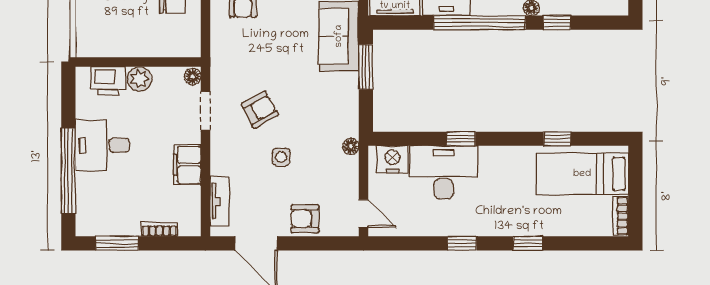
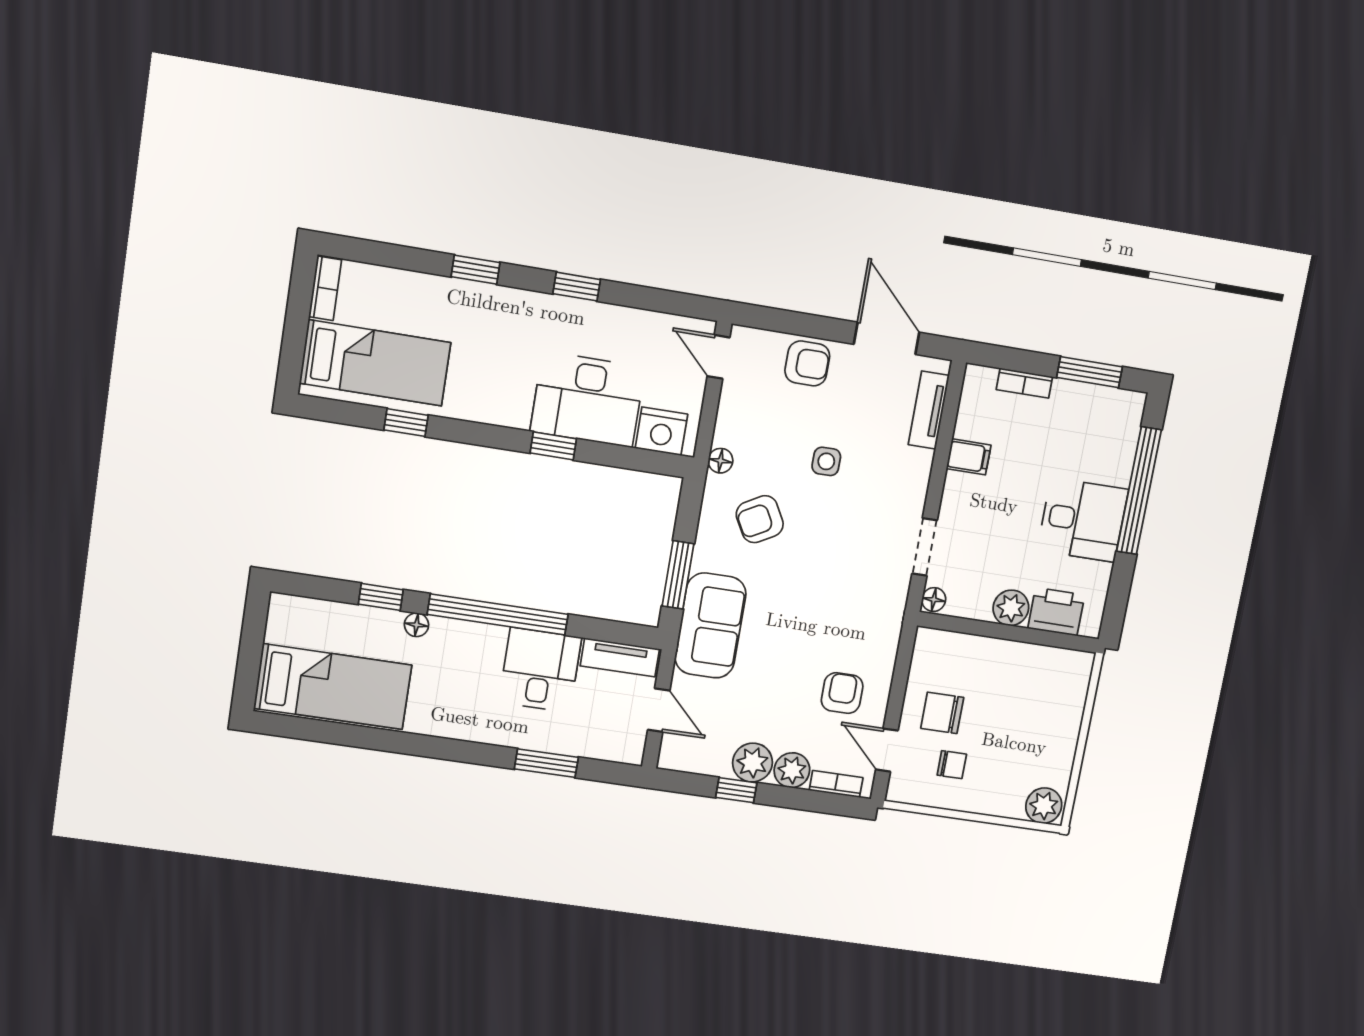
armchair: (260, 110) -> (760, 519), moved
filing cabinet: (187, 165) -> (969, 457), width x0.50

